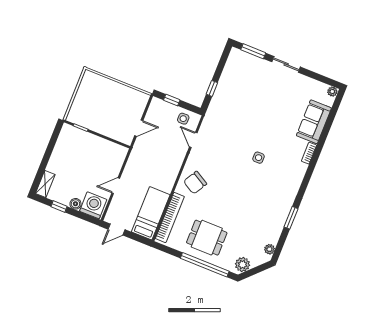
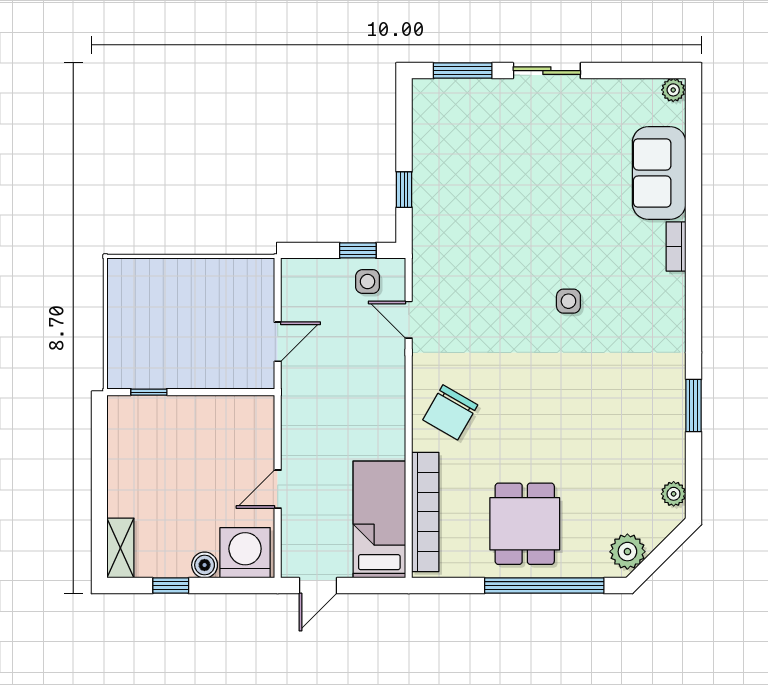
window: (172, 100) -> (358, 250), moved
dining table: (207, 238) -> (525, 524), turned 90

